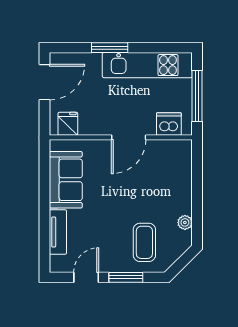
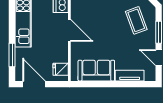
window: (110, 48) -> (12, 55), moved
coffee table: (144, 242) -> (136, 20), turned 70

